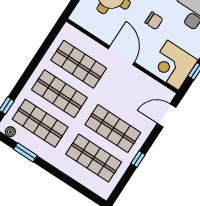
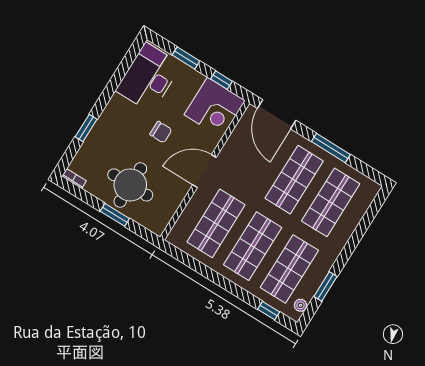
chair: (154, 21) -> (161, 132), turned 90
door: (166, 115) -> (277, 114), width x1.36
window: (138, 159) -> (331, 148), width x2.17

